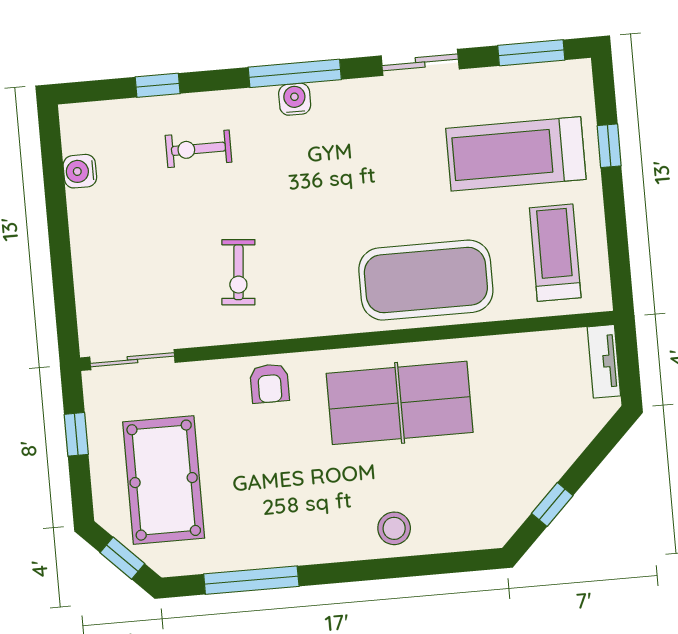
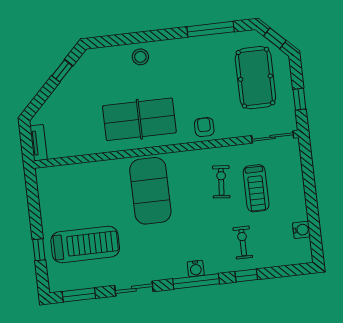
window: (158, 85) -> (246, 276), moved
exercise bike: (198, 149) -> (243, 243), turned -90
treadmill: (555, 253) -> (256, 188), moved
exercise mat: (426, 280) -> (150, 191), moved, turned 90

